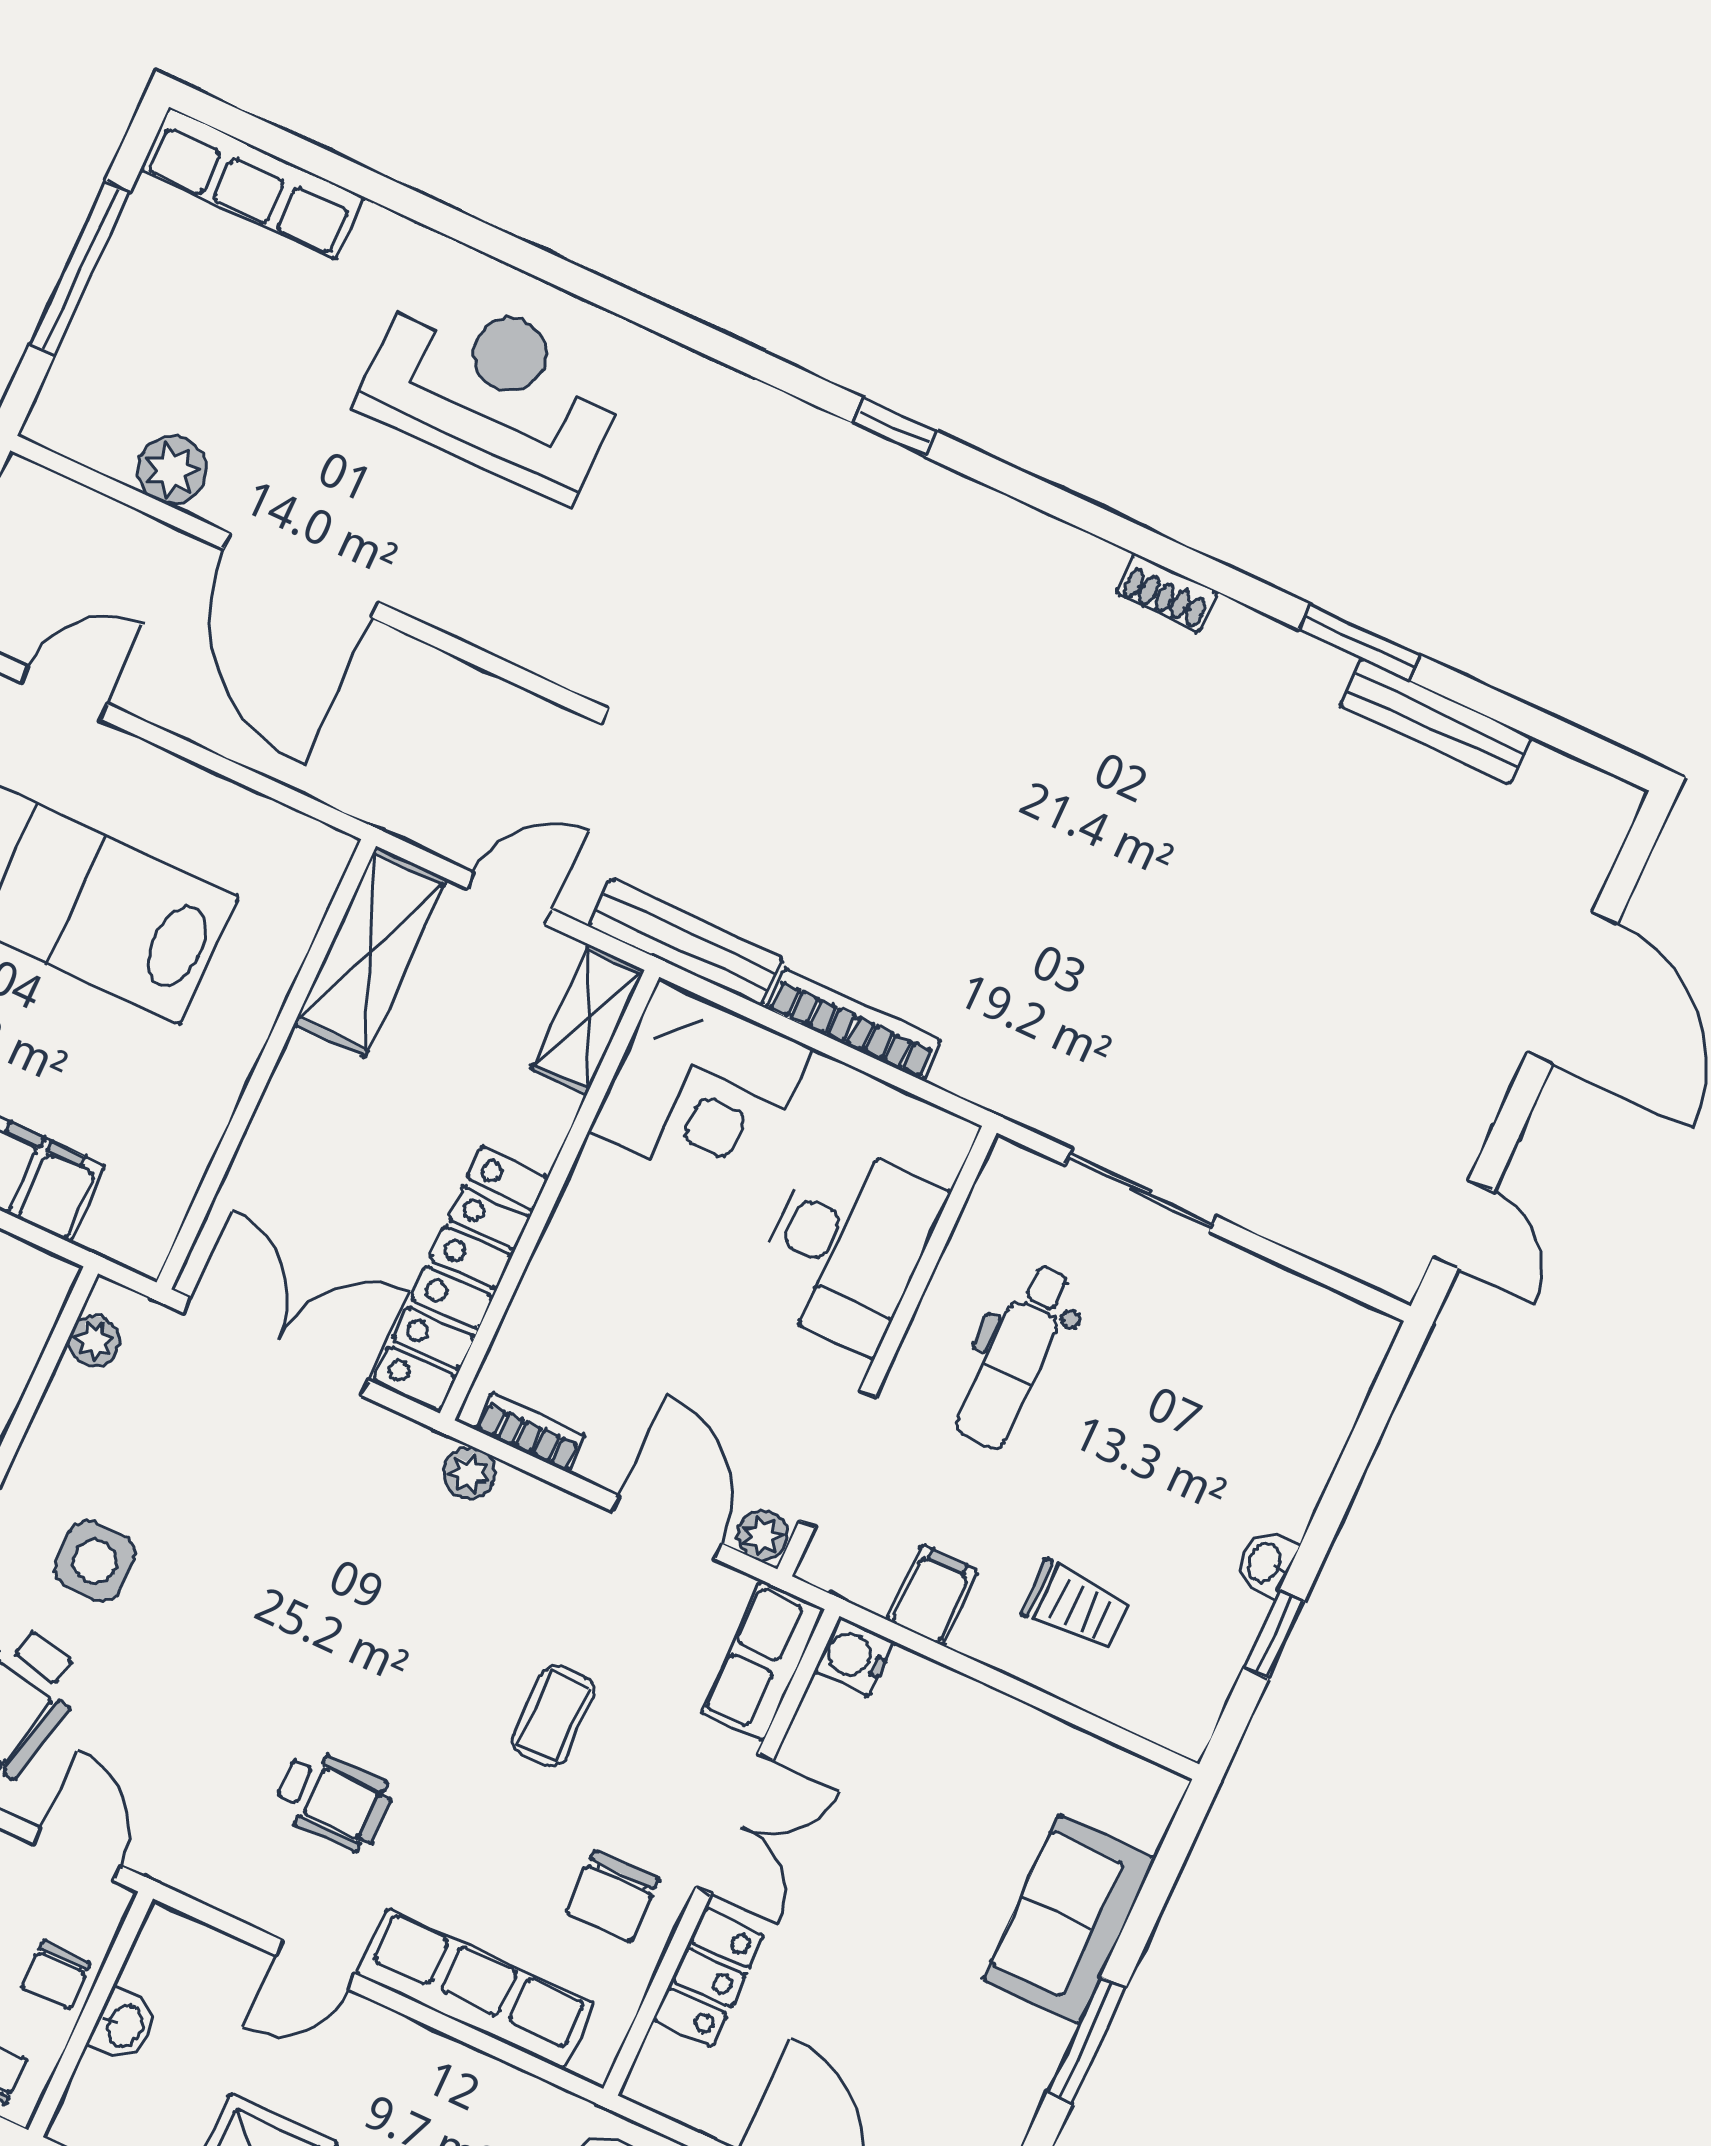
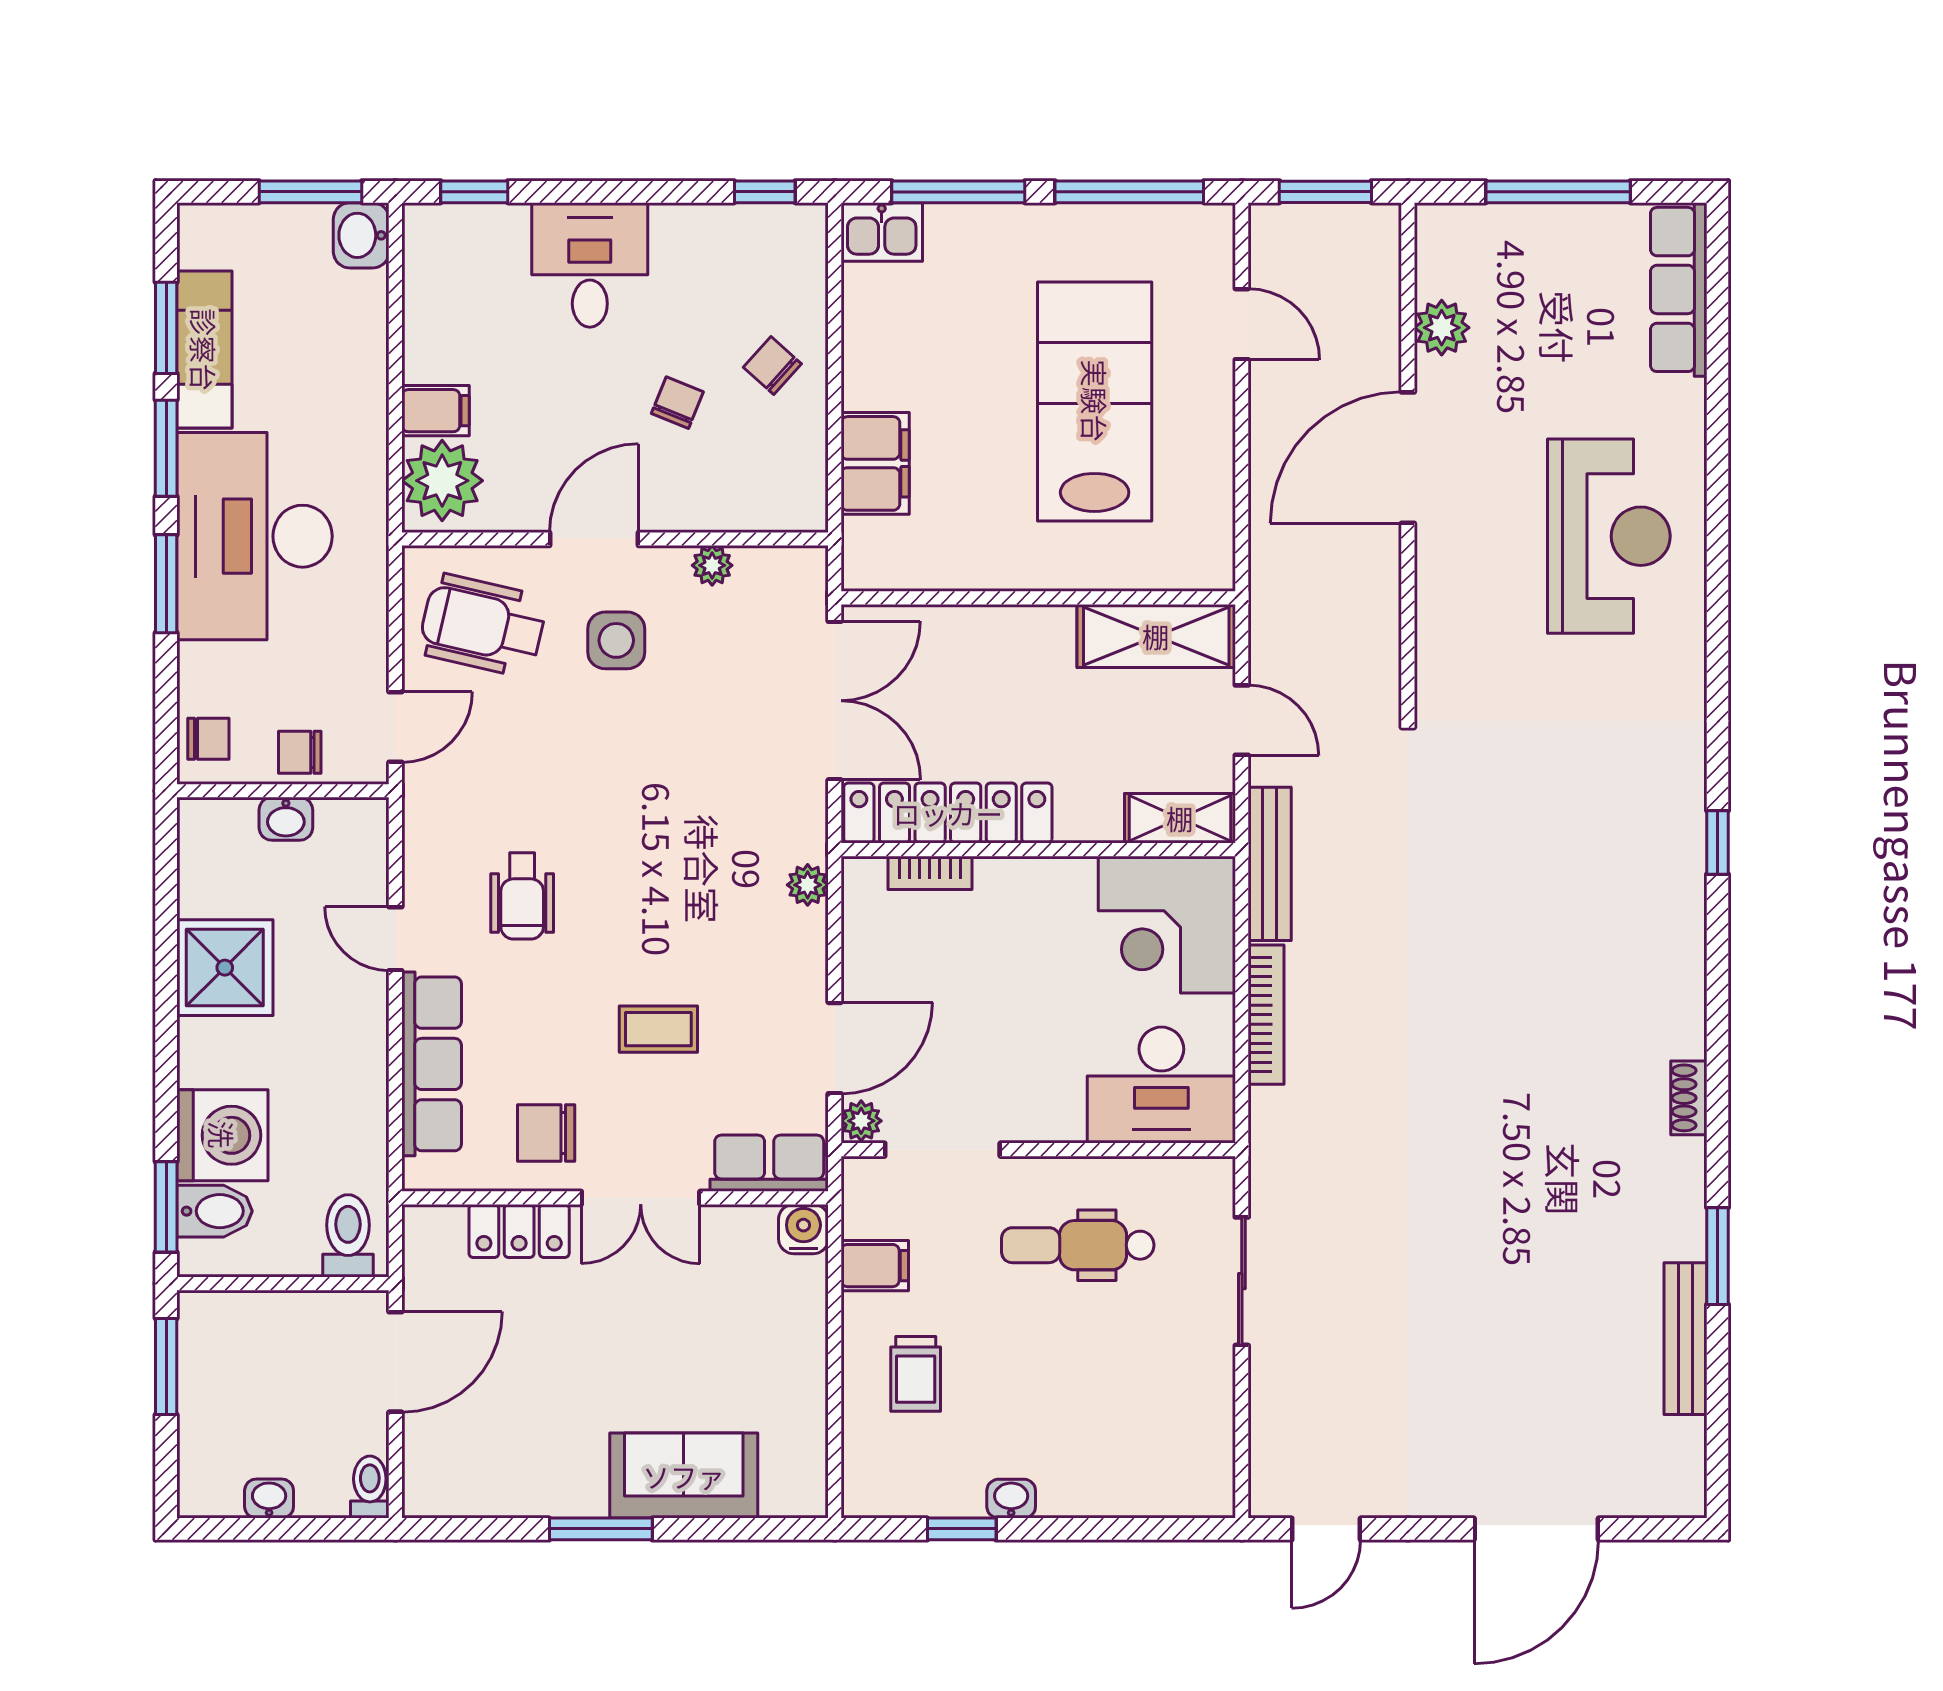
desk: (847, 1246) -> (1161, 1085), moved
plant: (94, 1341) -> (712, 565), moved
bookcase: (530, 1433) -> (930, 873), moved, turned 90

